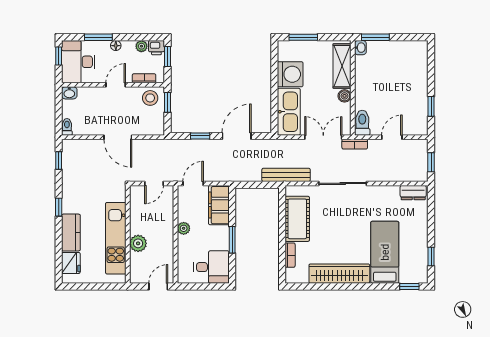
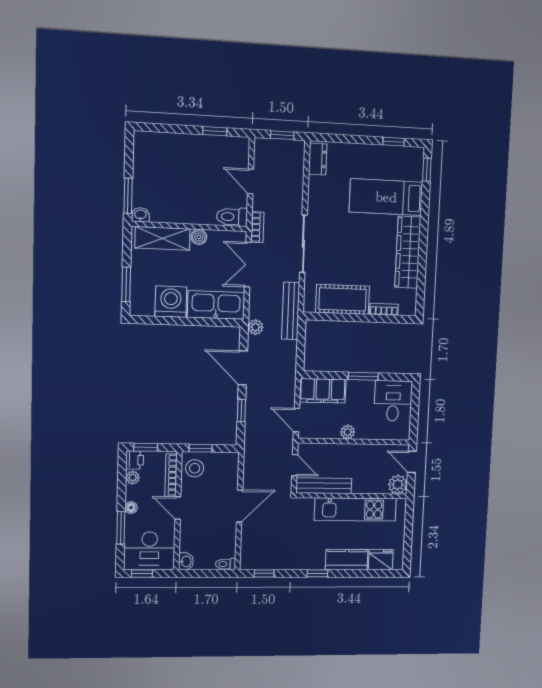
bookcase: (144, 78) -> (171, 475), width x1.56
plant: (271, 146) -> (256, 327), added
bench: (136, 209) -> (324, 486), added
plant: (138, 243) -> (398, 485), moved

